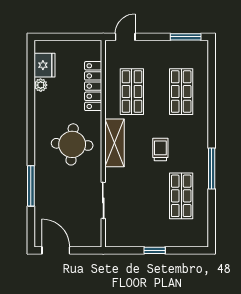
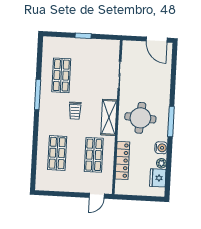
window: (186, 37) -> (52, 193), removed
water cooler: (42, 106) -> (161, 148), added
window: (31, 186) -> (171, 122), moved

